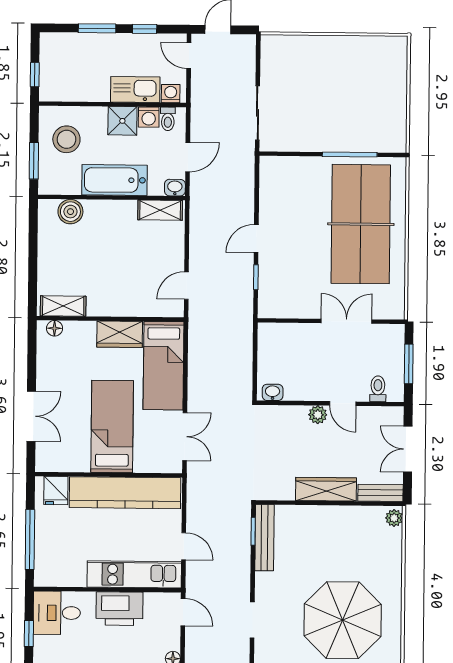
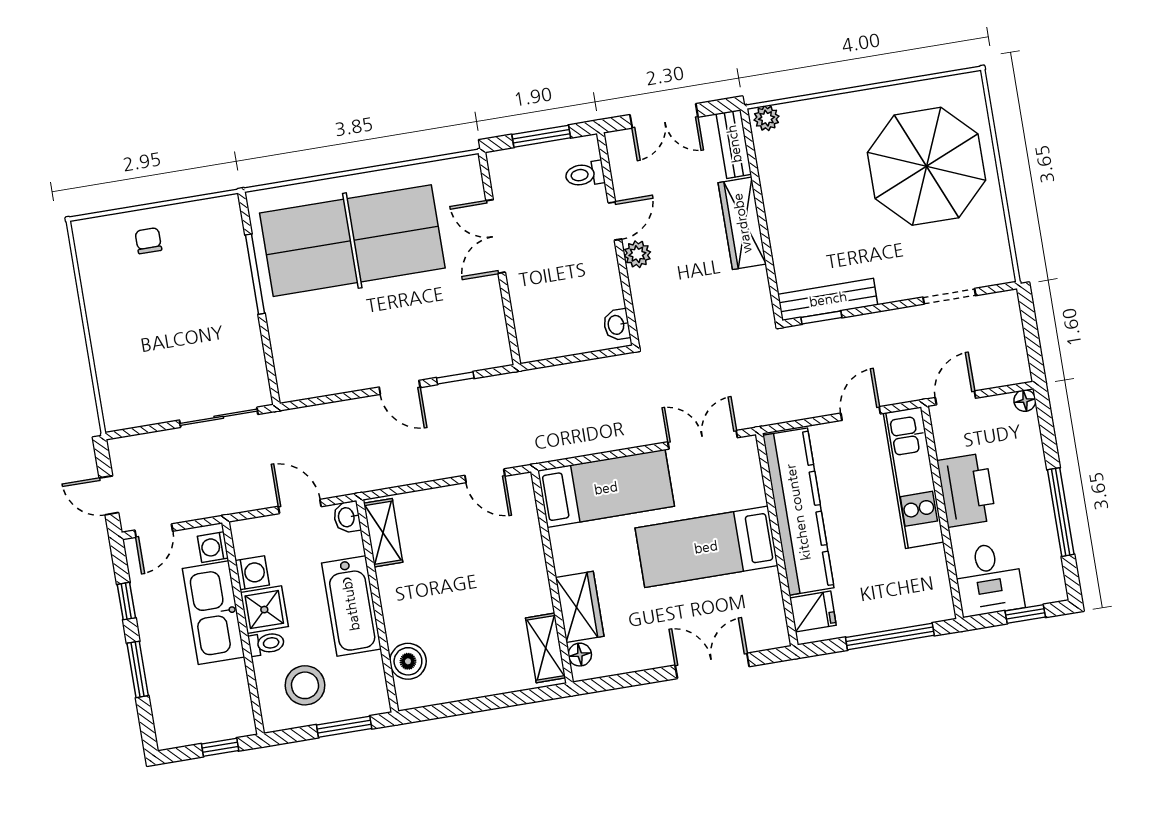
chair: (385, 87) -> (148, 241), added
kitchen sink: (135, 89) -> (214, 613), width x1.36, depth x1.24
toilet: (168, 119) -> (266, 644), moved
wardrobe: (120, 334) -> (580, 607), moved

